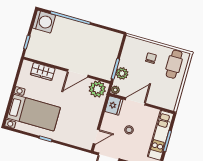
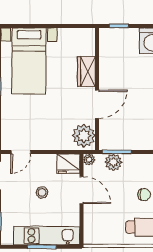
wardrobe: (43, 72) -> (86, 71), moved
door: (78, 73) -> (97, 104), swing flipped
door: (96, 137) -> (21, 152), hinge flipped

